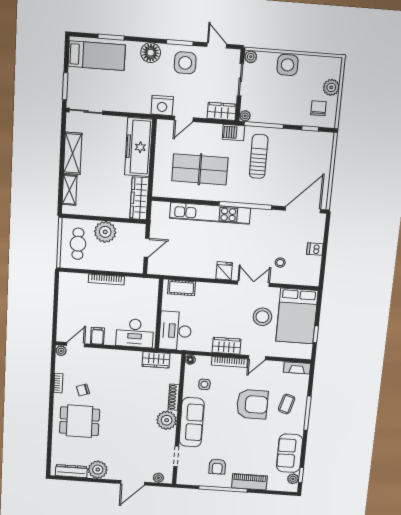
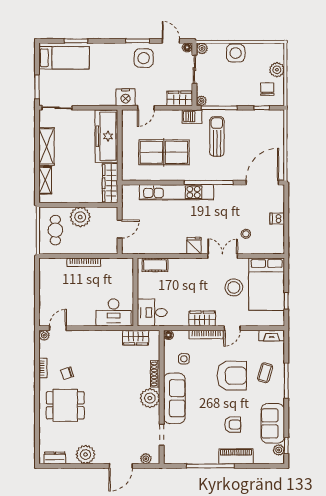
floor lamp: (151, 53) -> (187, 47), moved, width x0.53, depth x0.53
desk: (175, 331) -> (152, 313), width x0.73
filing cabinet: (97, 336) -> (78, 318), removed
armchair: (217, 467) -> (233, 425), moved, turned -90
dresser: (71, 471) -> (55, 458), width x0.70

